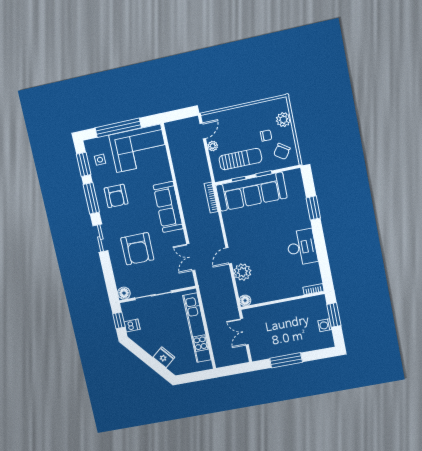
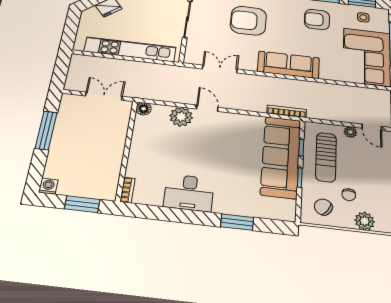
washing machine: (325, 325) -> (48, 186), moved

